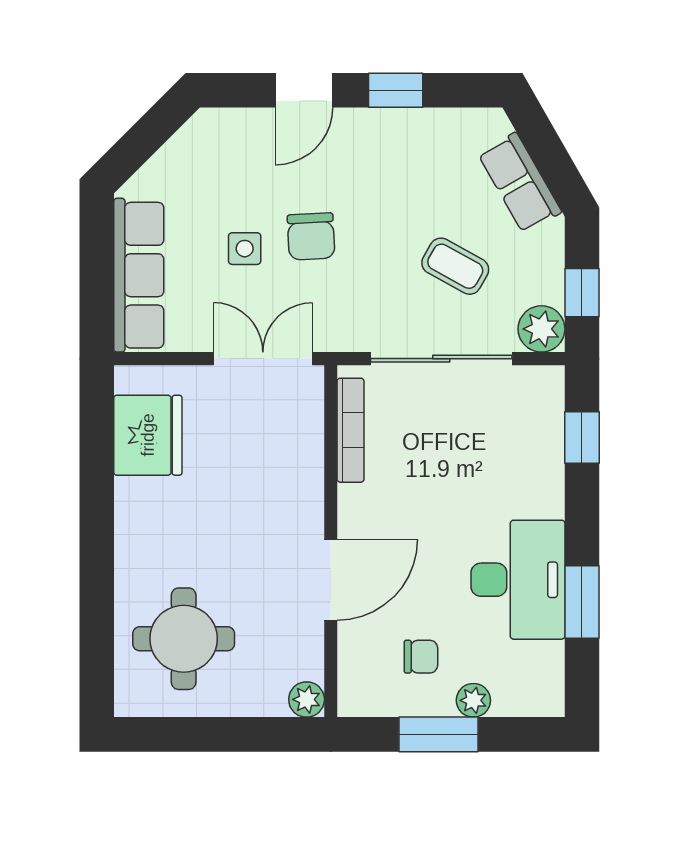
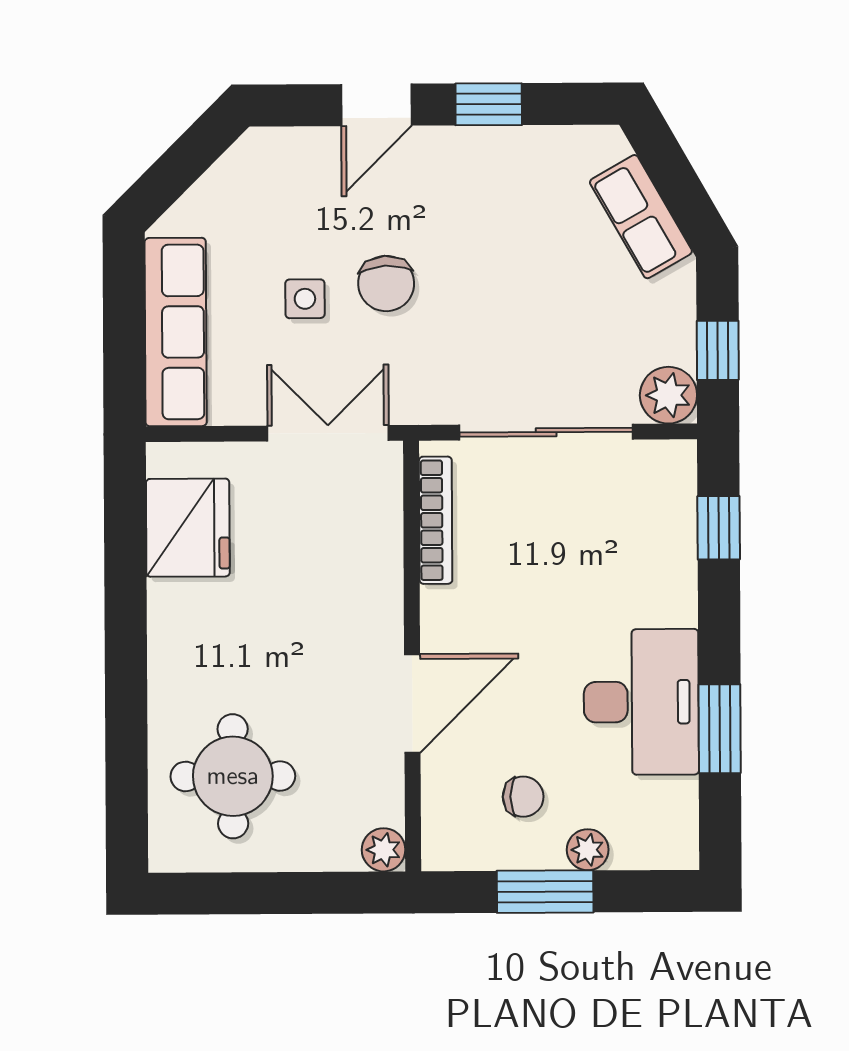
coffee table: (455, 266) -> (563, 319), removed

